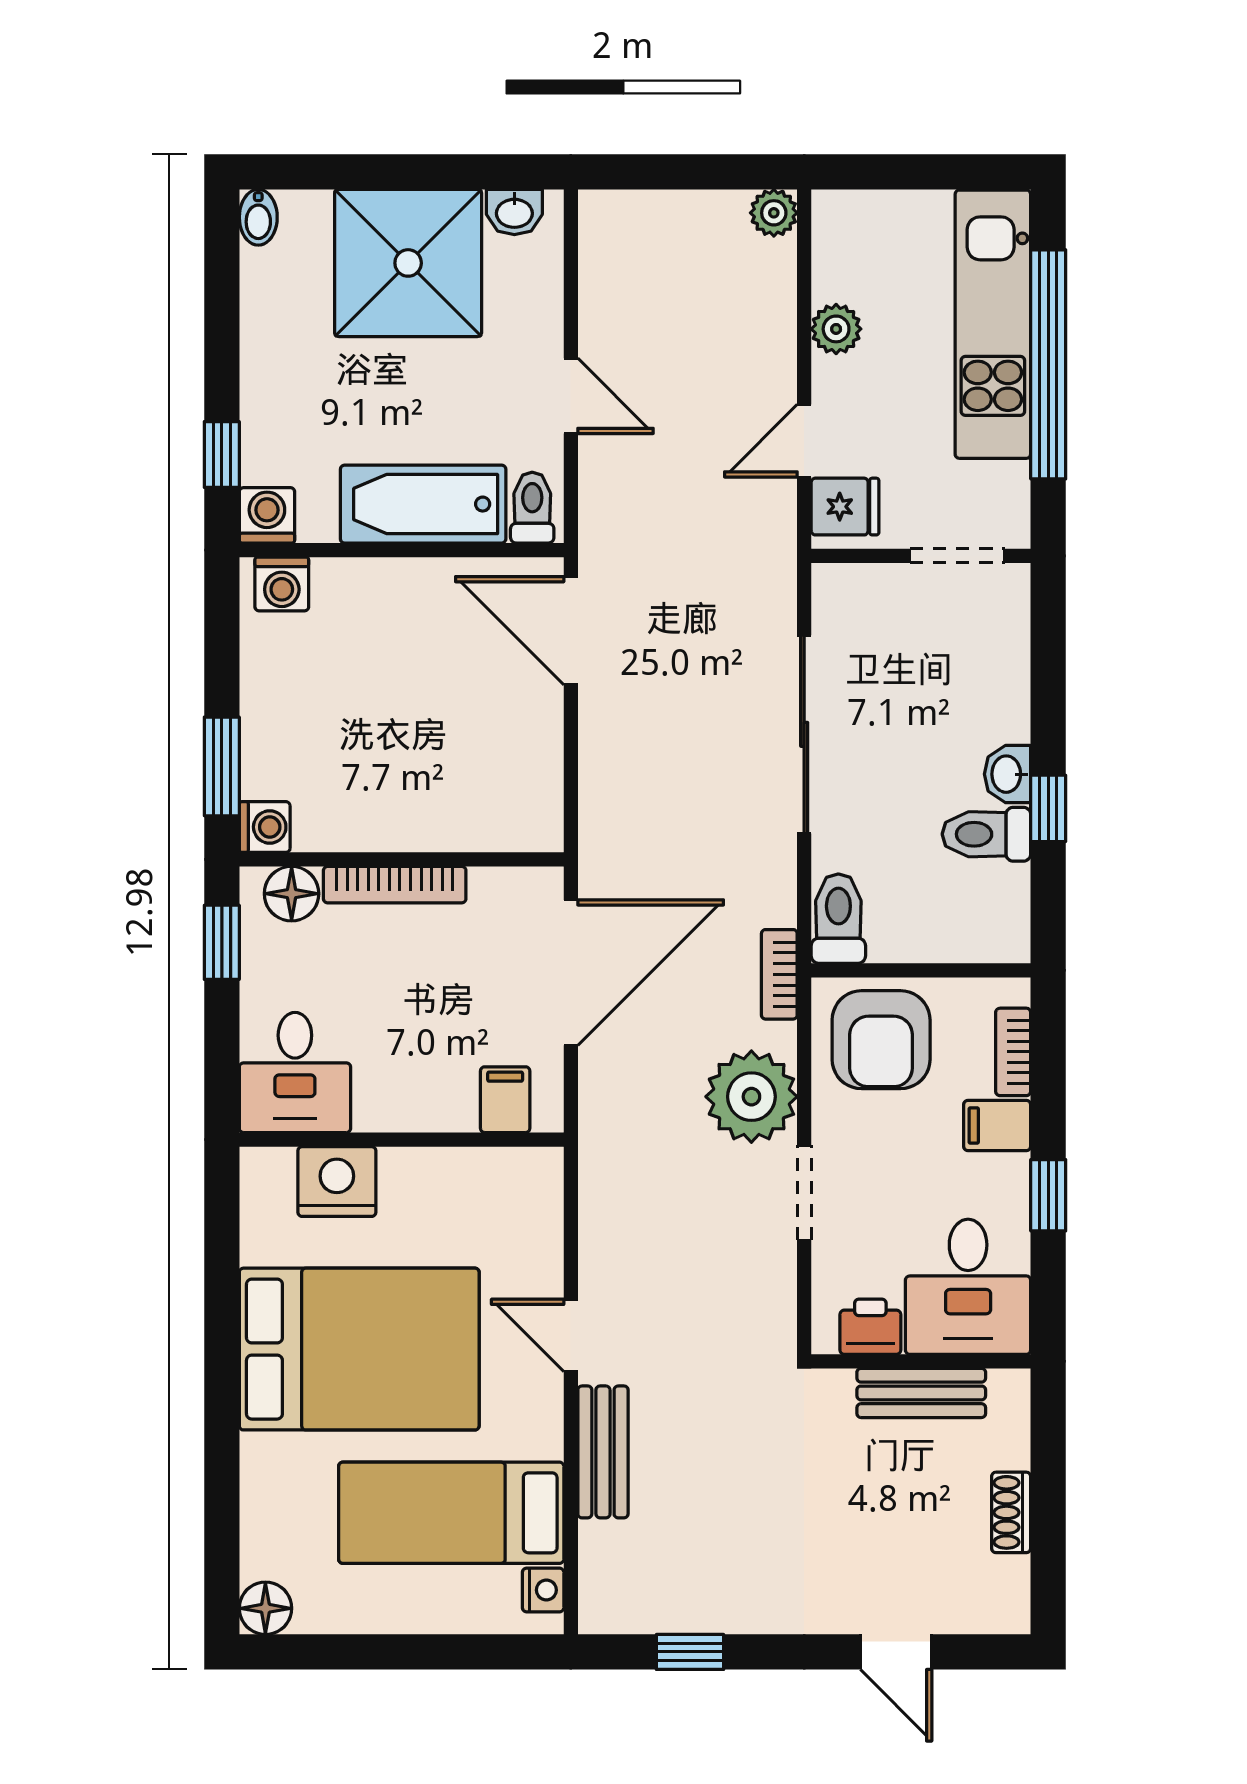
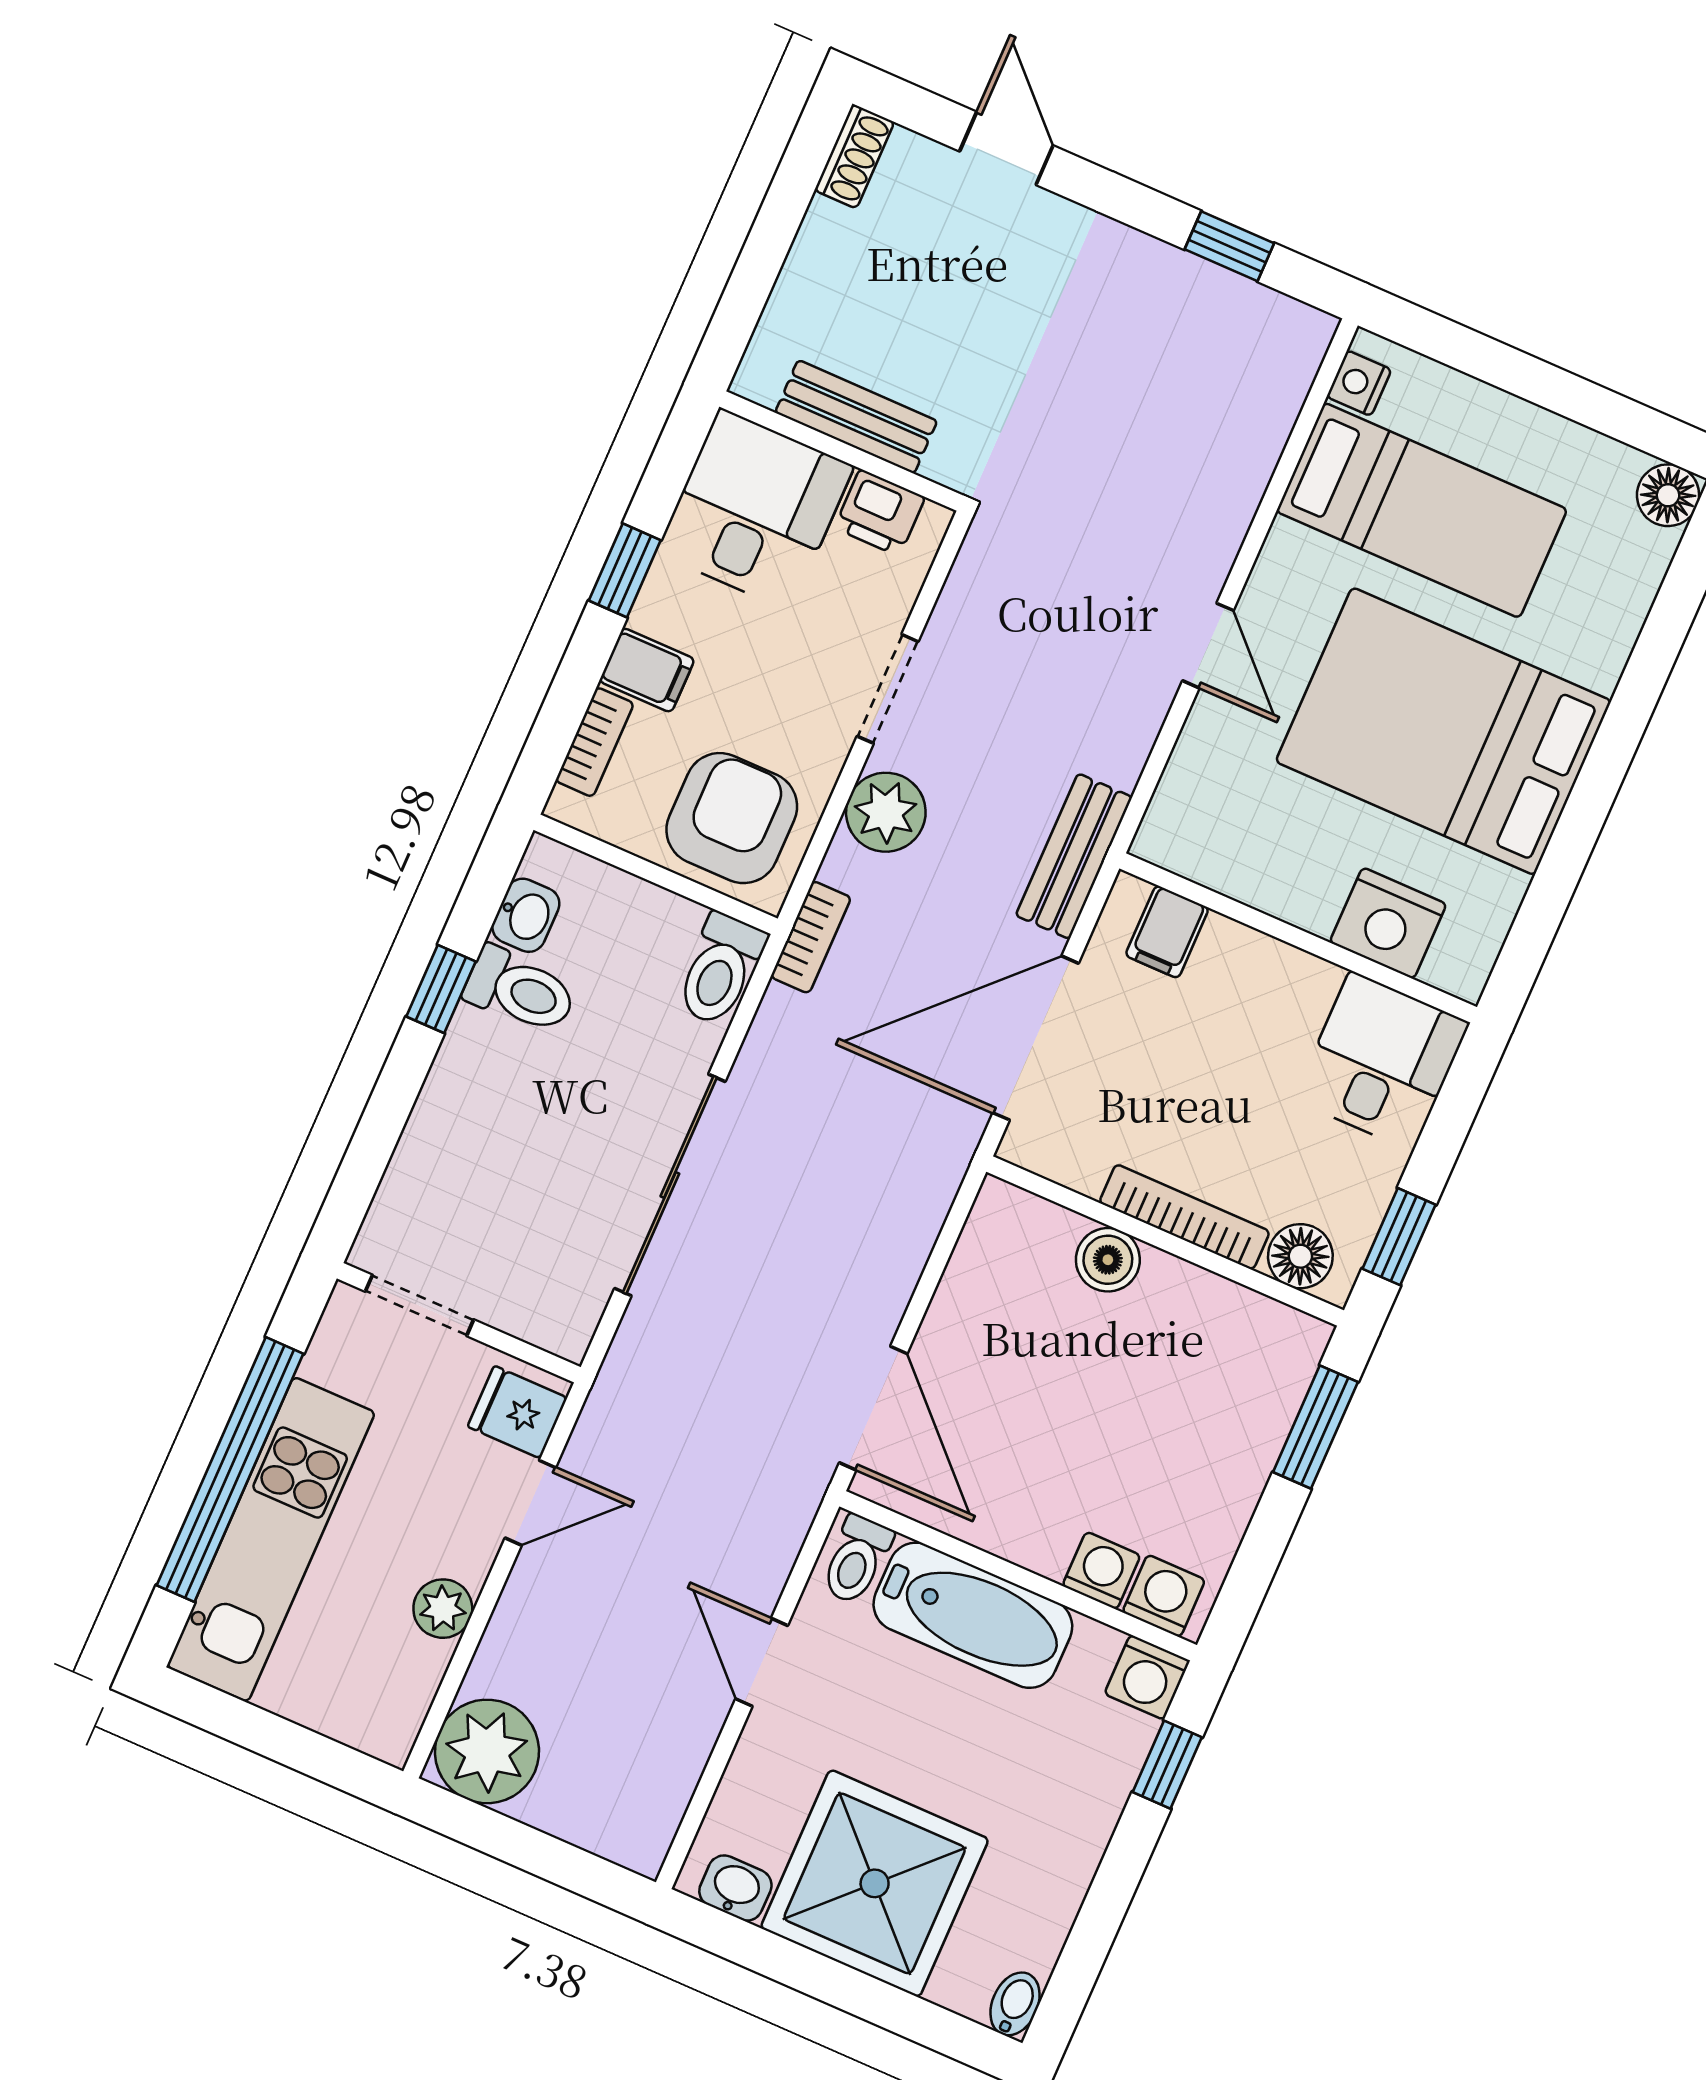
plant: (774, 213) -> (487, 1751), width x1.87, depth x1.87
washbasin: (1008, 774) -> (526, 915), moved
boiler: (439, 825) -> (1108, 1260), added
washing machine: (265, 827) -> (1101, 1571), moved, turned 90
plant: (751, 1097) -> (886, 812), width x0.73, depth x0.73
bench: (603, 1452) -> (1074, 856), moved
shoe rack: (1011, 1512) -> (854, 156), moved

